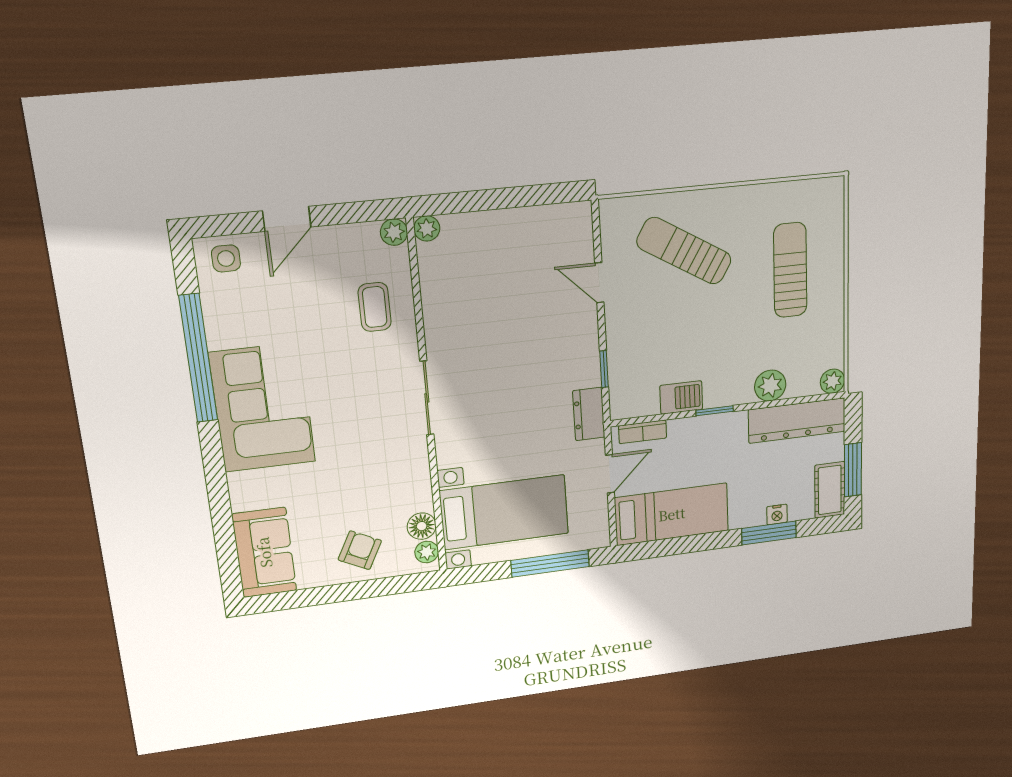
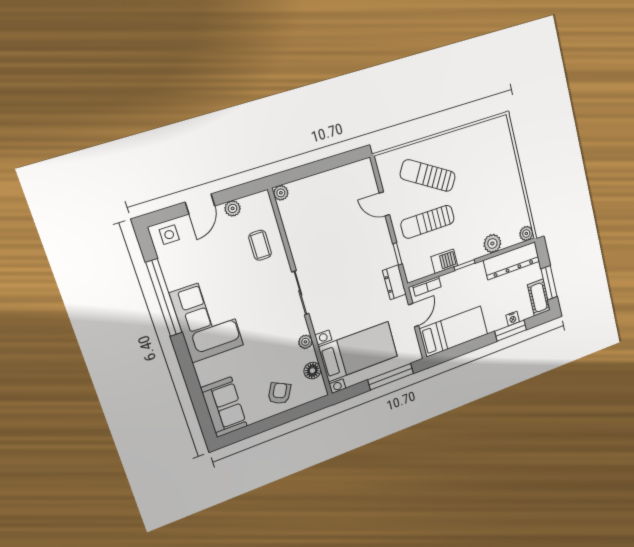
plant: (394, 232) -> (233, 208), moved
sun lounger: (790, 270) -> (428, 222), moved, turned -90
plant: (427, 552) -> (305, 342), moved

